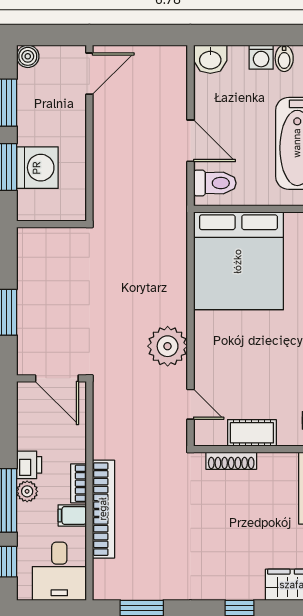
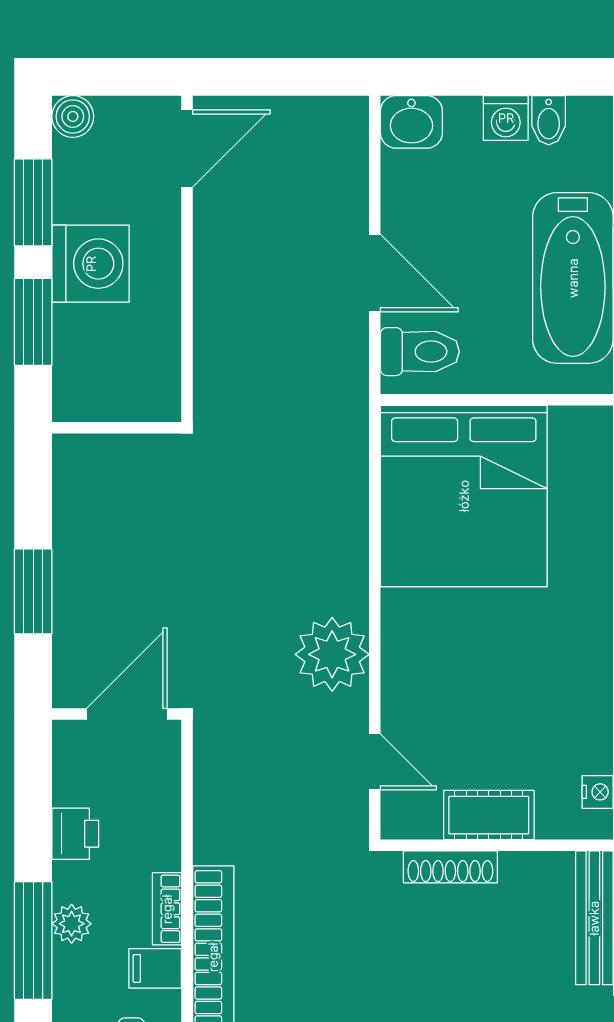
washing machine: (37, 168) -> (91, 264), moved
door: (57, 378) -> (127, 714), swing flipped
printer: (29, 465) -> (75, 834), moved

